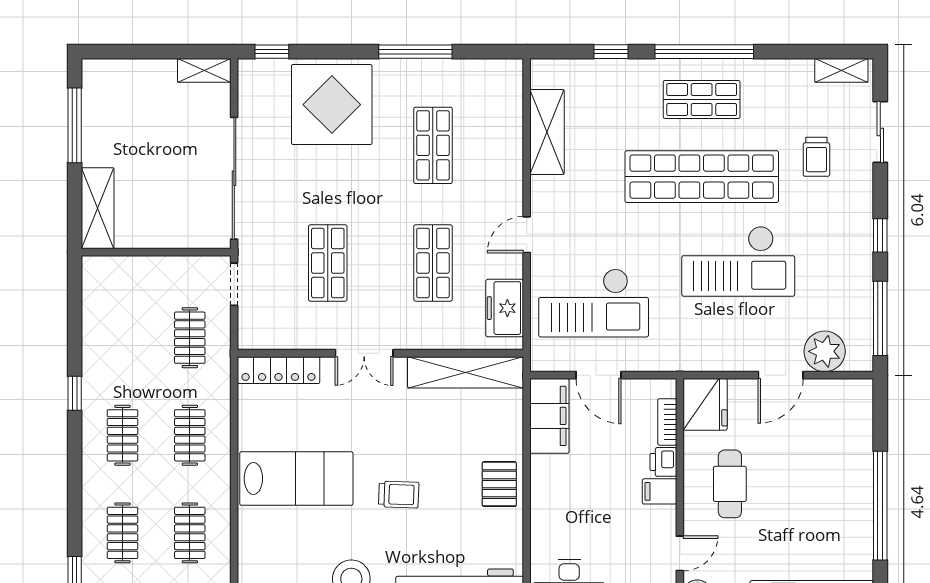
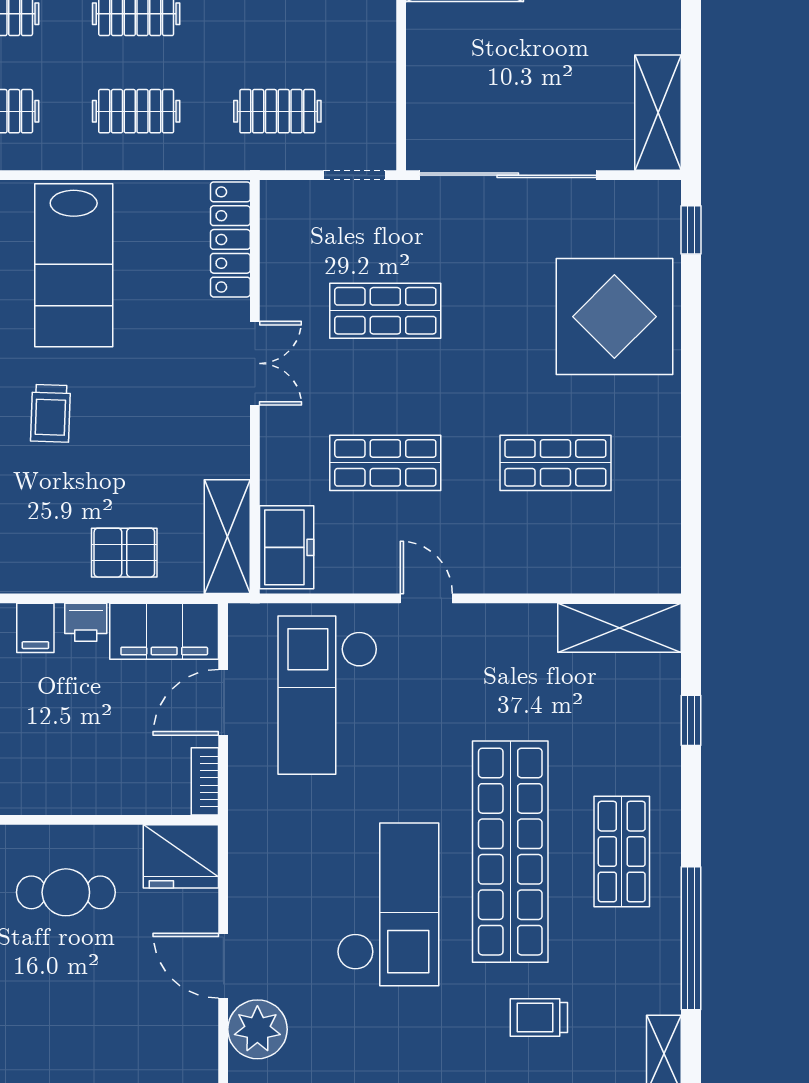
window: (415, 52) -> (691, 437), removed
window: (704, 52) -> (691, 938), moved
shelving: (204, 70) -> (658, 113), width x1.50, depth x1.33
shelving: (547, 132) -> (620, 628), moved
checkout: (738, 261) -> (388, 904), turned 180
freezer: (505, 308) -> (287, 547), moved, turned 90
double door: (364, 353) -> (255, 363), swing flipped
shelving: (466, 372) -> (227, 537), width x0.68
bookcase: (667, 422) -> (205, 781), moved, turned -90
printer: (663, 462) -> (86, 622), moved, turned 180
pallet: (499, 484) -> (124, 553), moved
filing cabinet: (659, 491) -> (35, 628), moved, turned 180

